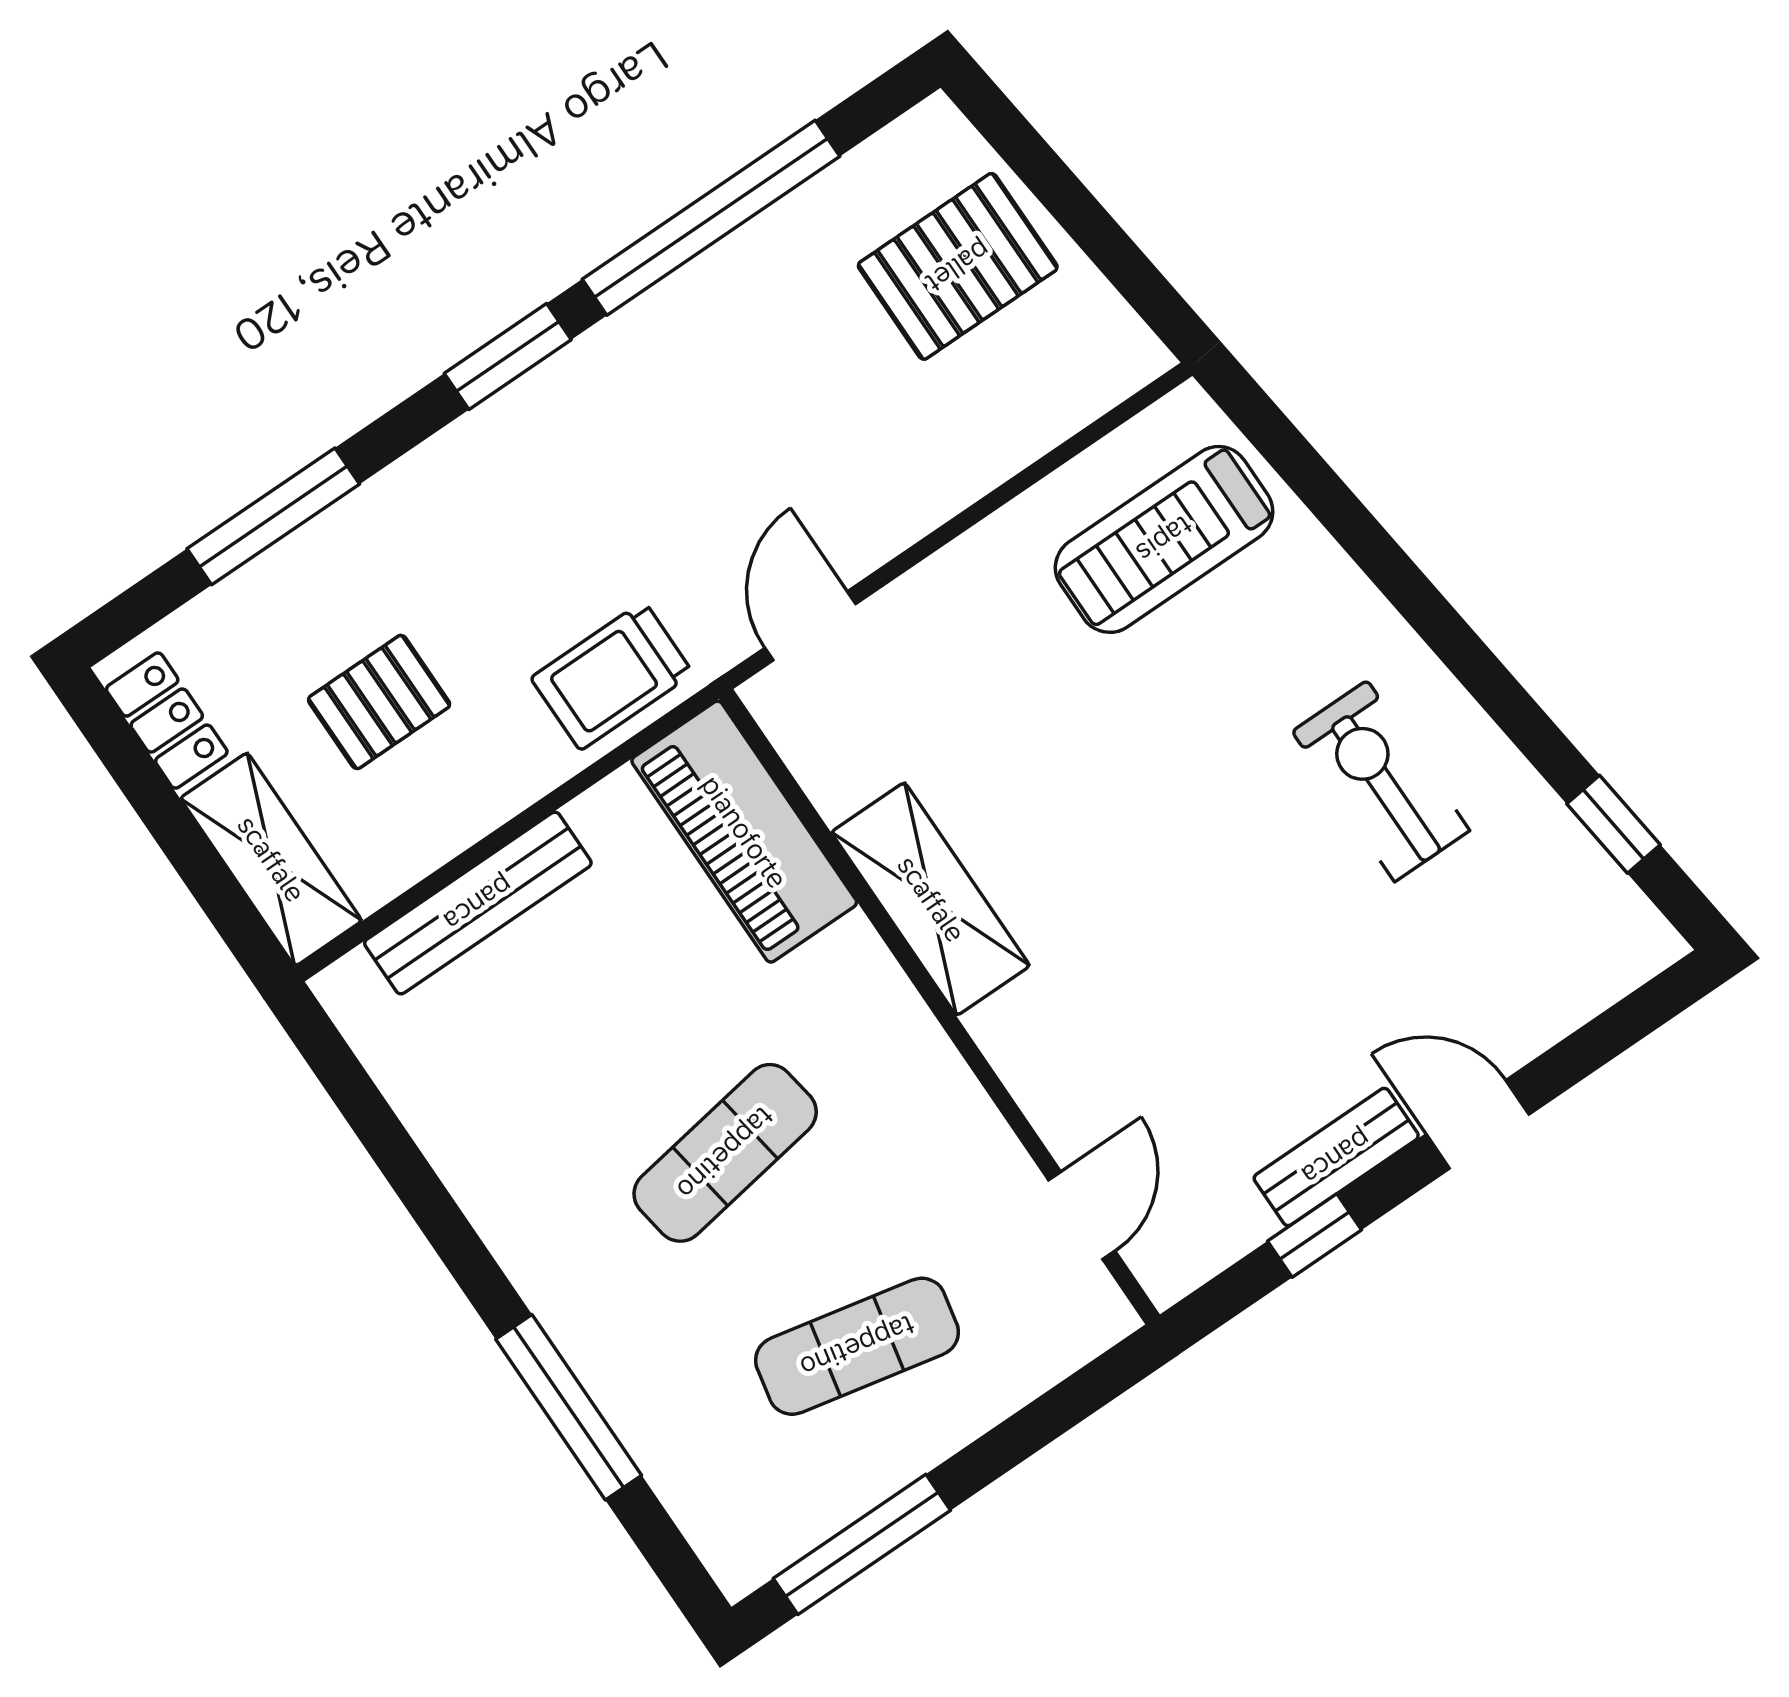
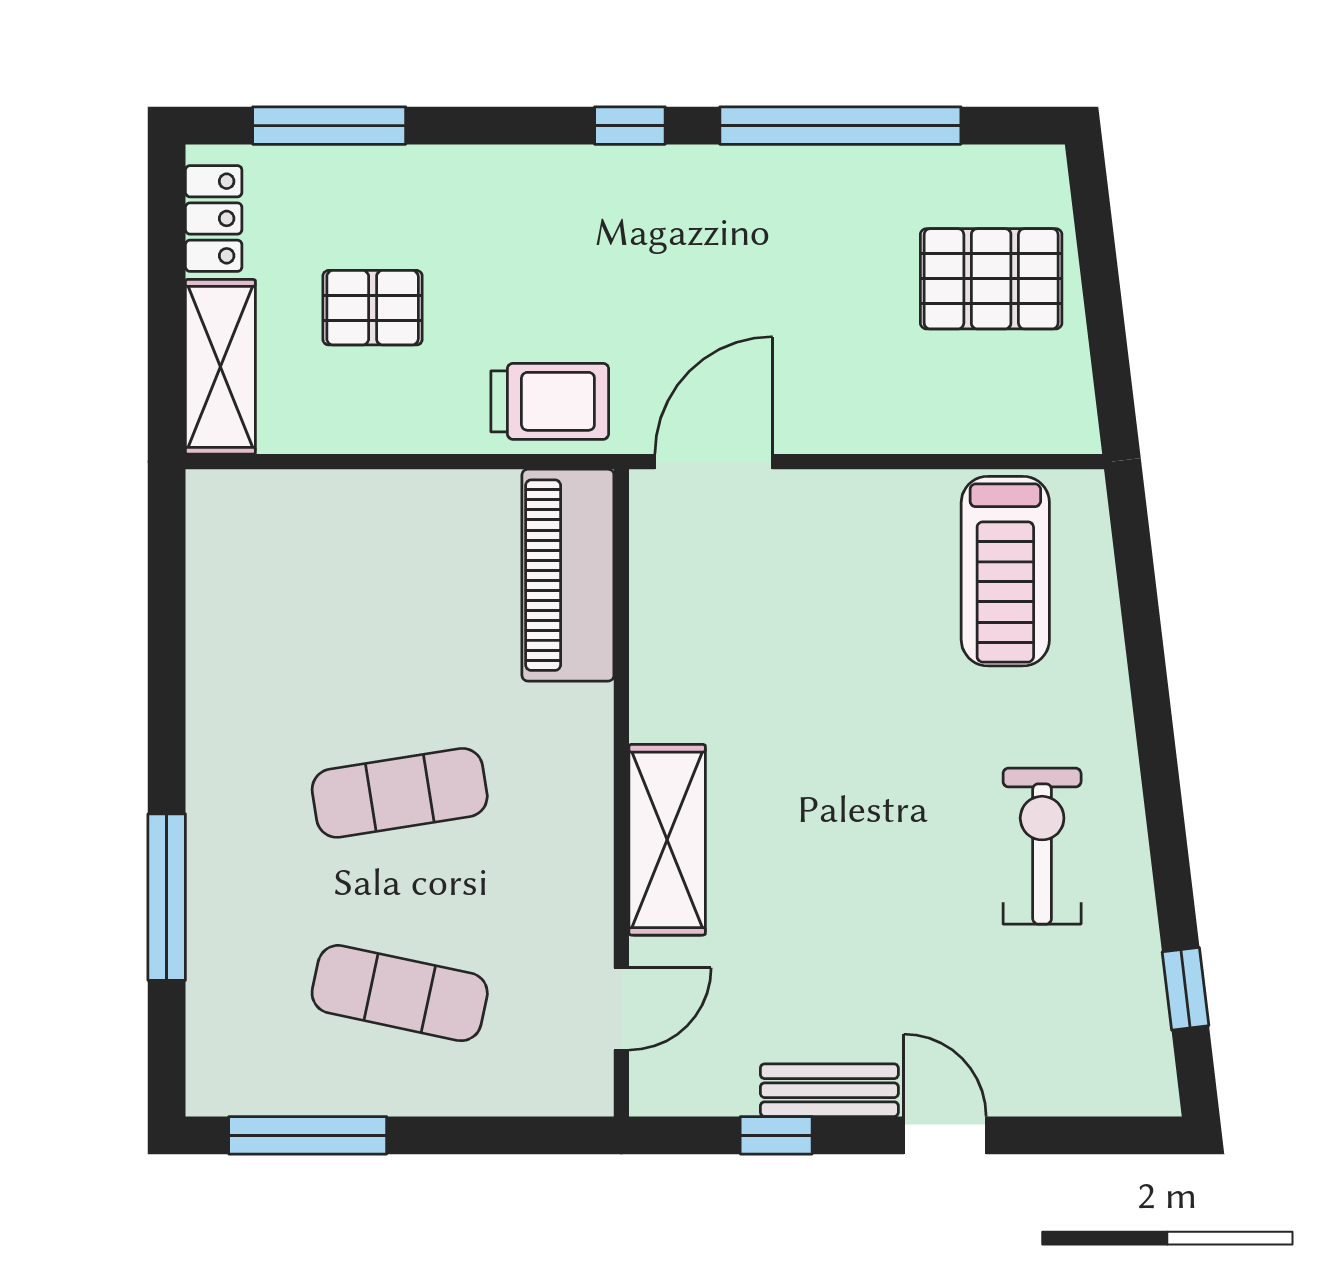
window: (508, 356) -> (630, 126), width x0.67
window: (273, 516) -> (329, 126), moved
treadmill: (1164, 539) -> (1005, 571), turned -90
door: (810, 626) -> (714, 462), width x1.38
trolley: (612, 676) -> (550, 401), turned 180
shelving: (931, 899) -> (667, 840), moved
bench: (478, 903) -> (345, 497), removed

